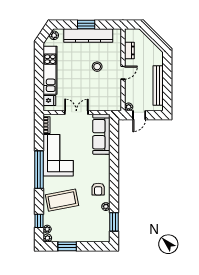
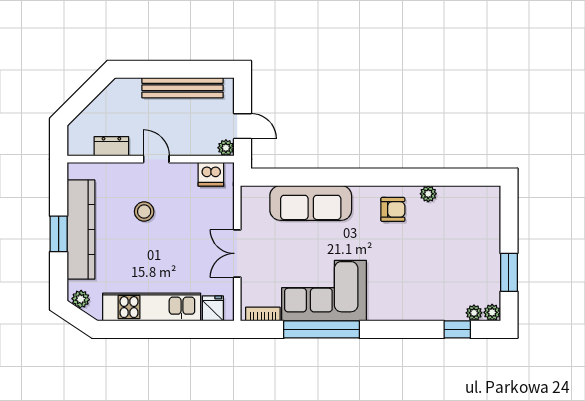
dishwasher: (115, 100) -> (211, 174), added
sofa: (101, 134) -> (311, 203), moved
window: (39, 170) -> (321, 329), moved
coffee table: (62, 200) -> (415, 283), removed
window: (114, 222) -> (459, 177), removed

